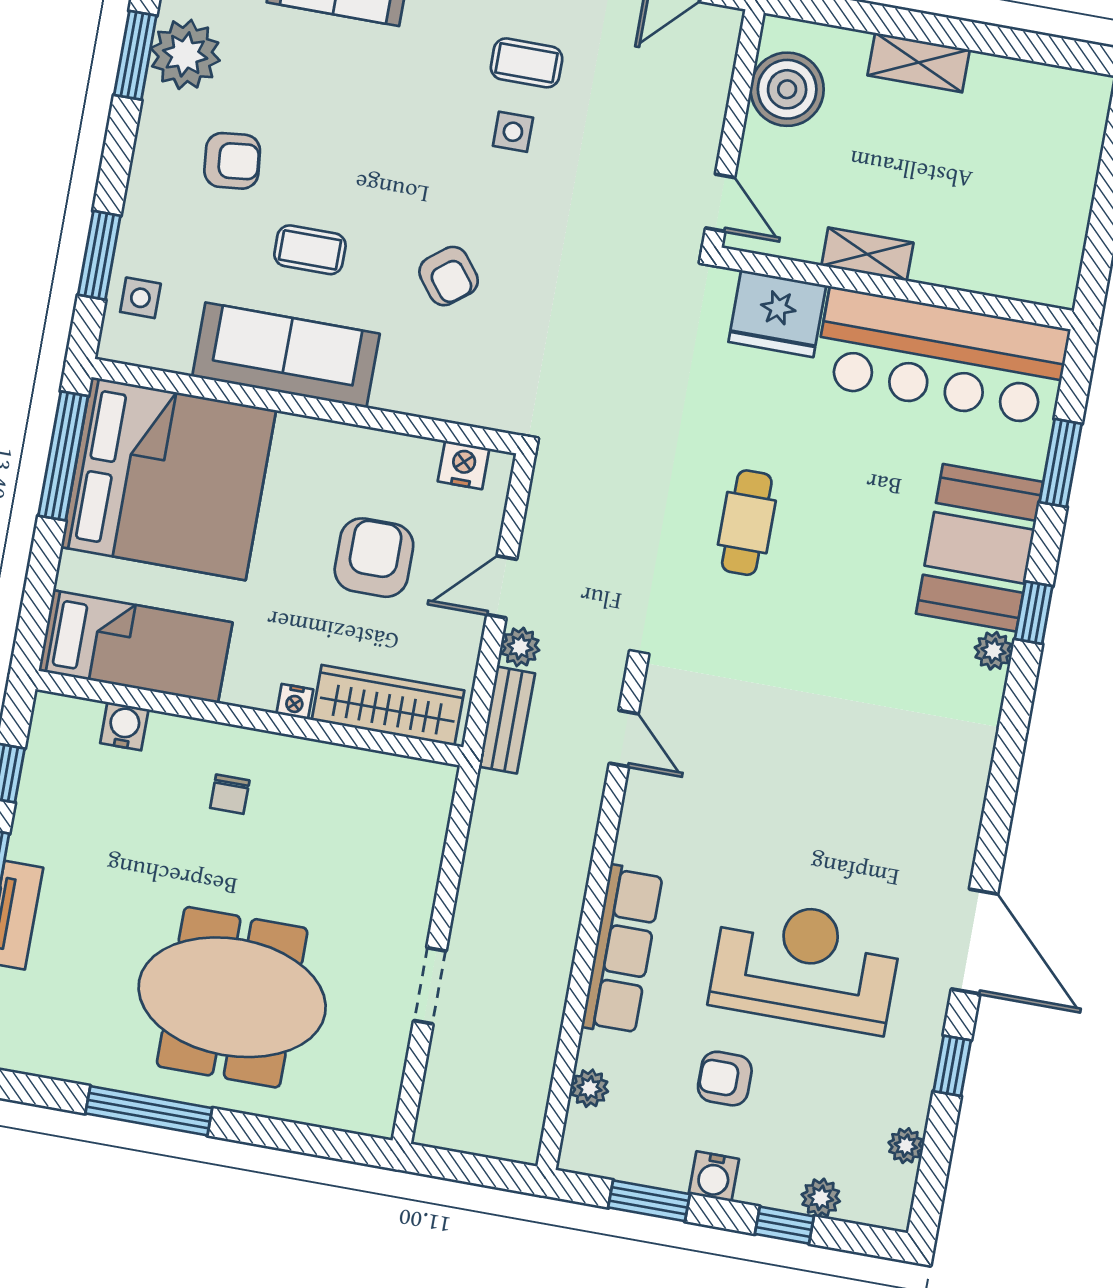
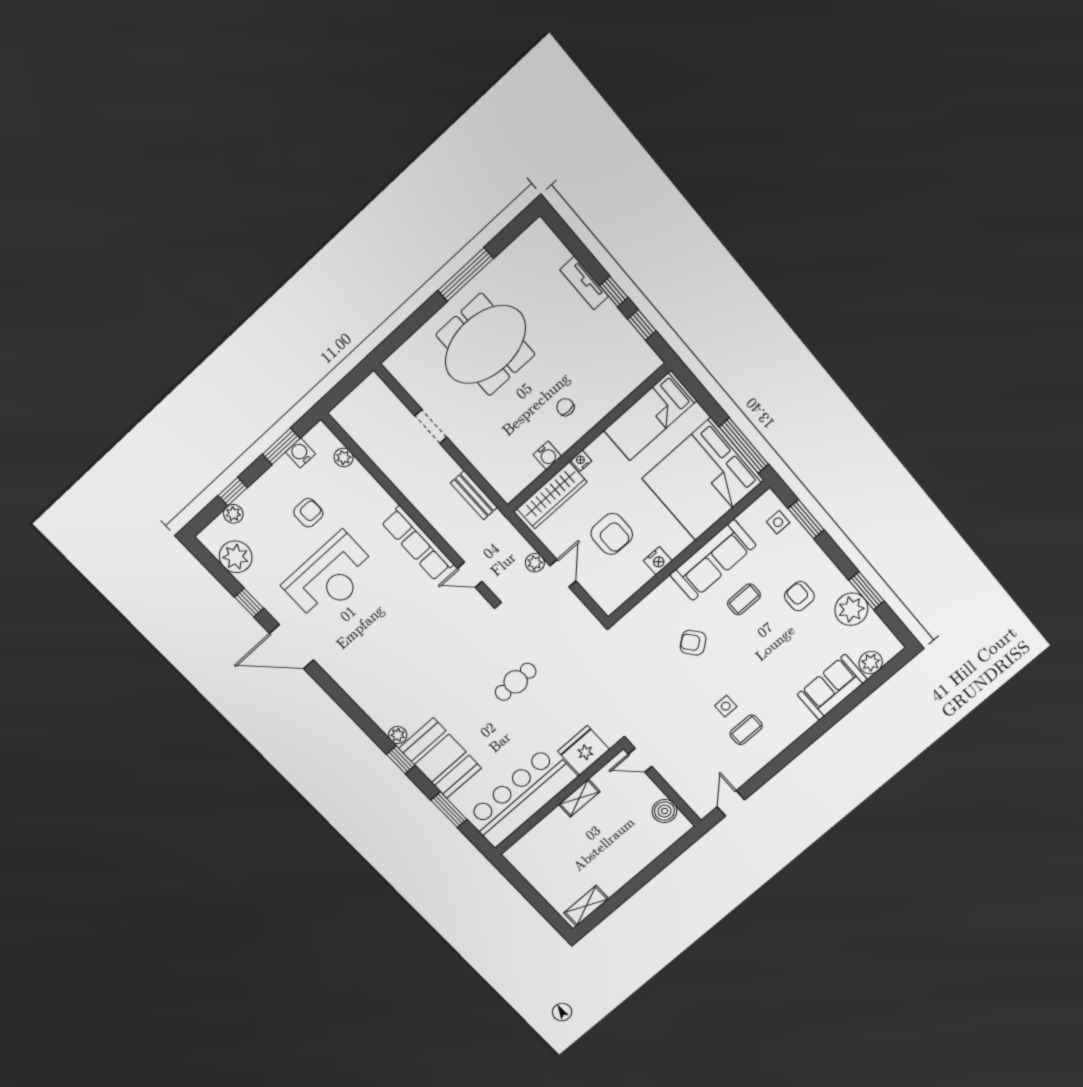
shelving: (919, 63) -> (586, 906), moved
boiler: (787, 89) -> (664, 811), width x0.73, depth x0.73
armchair: (232, 161) -> (799, 596), turned 96
nightstand: (464, 465) -> (658, 561), moved
cafe table: (747, 523) -> (516, 682), turned 90
bench: (507, 720) -> (474, 495), moved
water cooler: (124, 726) -> (547, 455), moved
row of seats: (622, 950) -> (418, 543), moved
plant: (906, 1146) -> (236, 557), width x1.88, depth x1.88
water cooler: (714, 1176) -> (300, 453), moved

